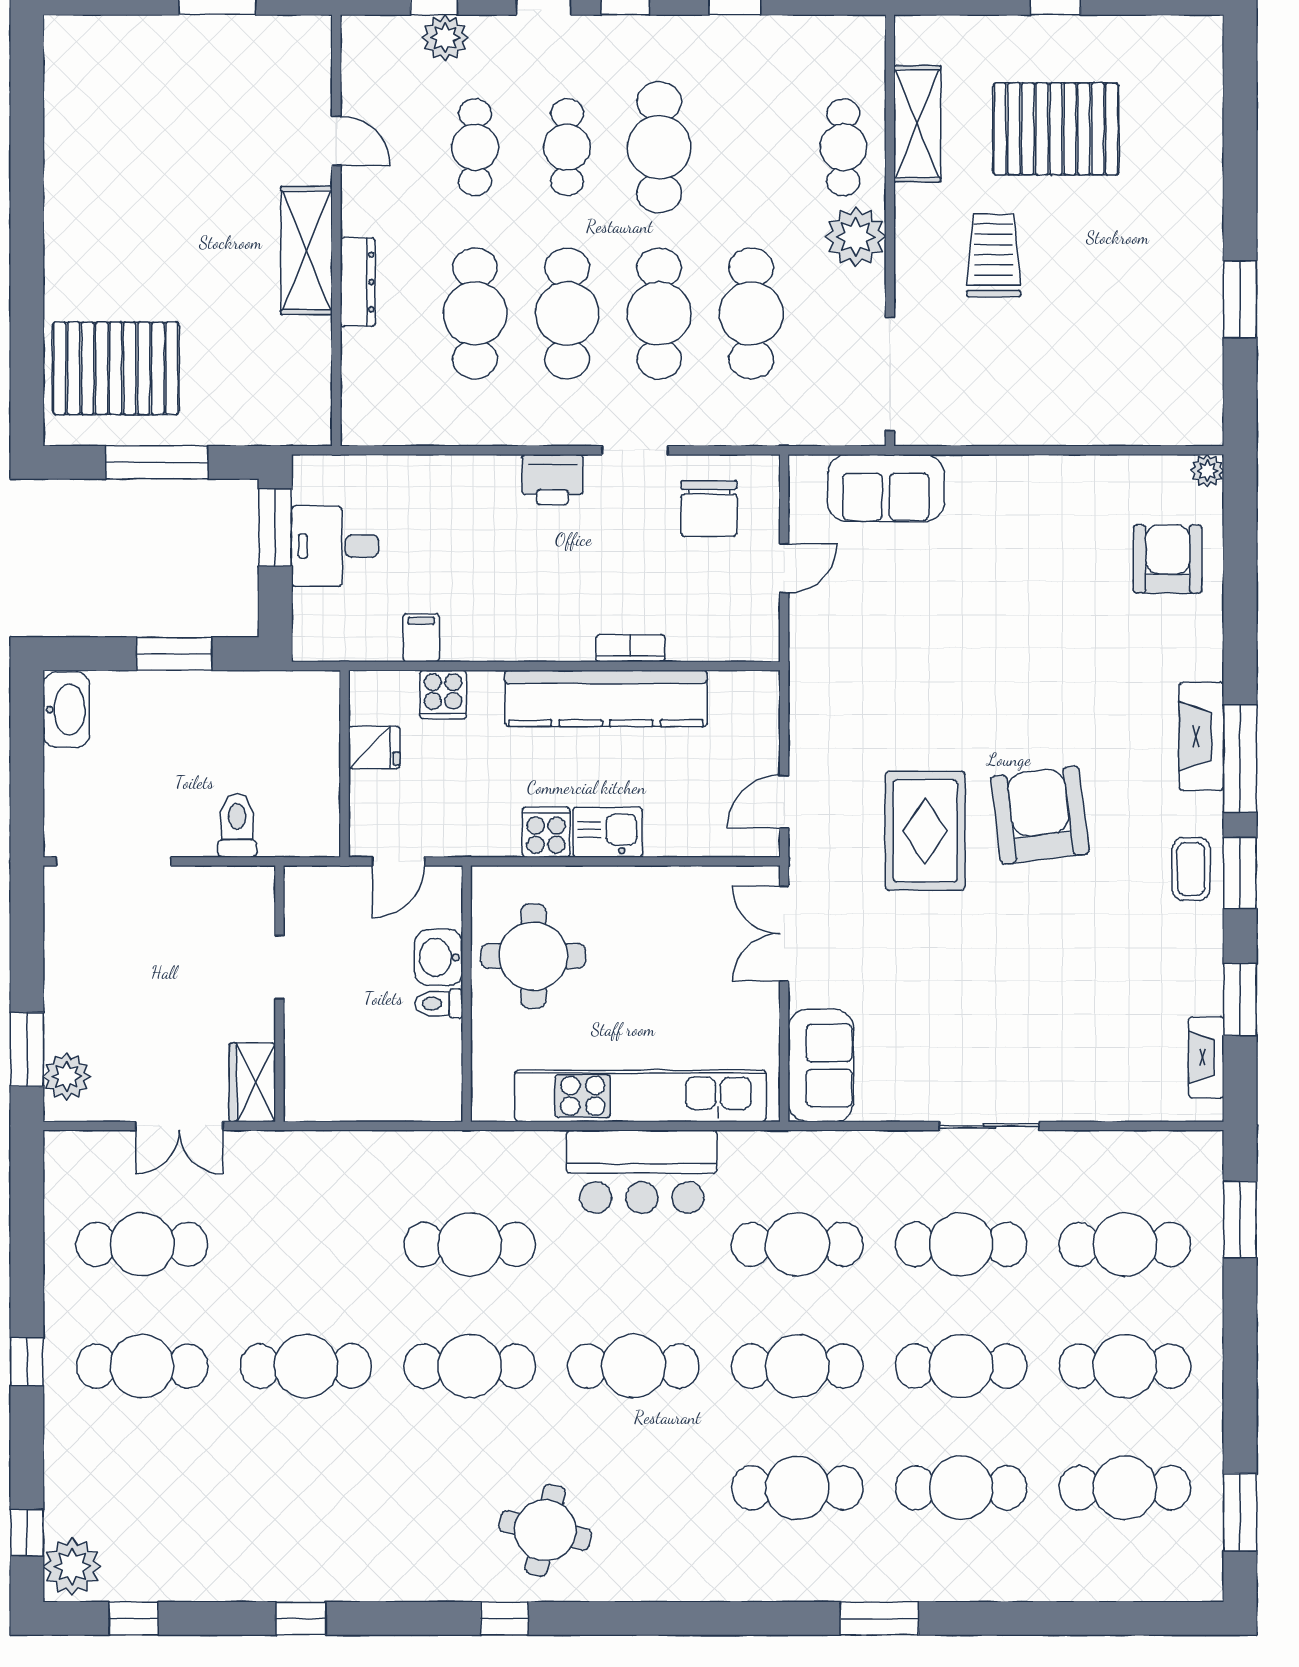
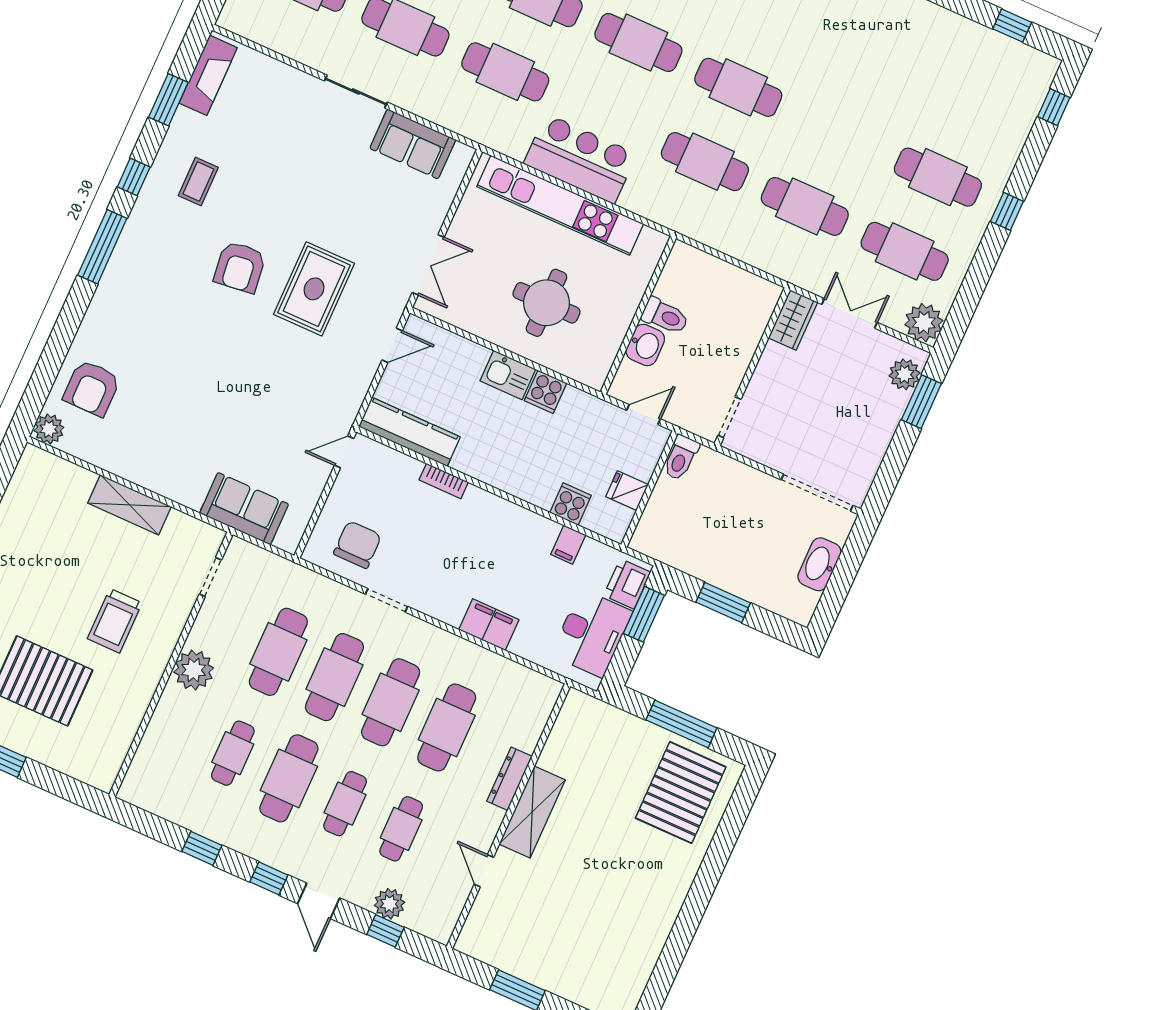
shelving: (917, 124) -> (129, 505), moved, turned 90
cafe table: (843, 147) -> (233, 753), moved
pallet: (116, 368) -> (681, 793), turned 90
doorway: (890, 374) -> (210, 577), width x0.53
plant: (1207, 471) -> (49, 429), width x1.38, depth x1.38
filing cabinet: (481, 480) -> (489, 625), added
printer: (552, 480) -> (627, 584), moved, turned -90
window: (275, 528) -> (644, 614), moved
desk: (335, 546) -> (592, 633), width x1.37
door: (784, 568) -> (344, 452), moved
kitchen counter: (606, 698) -> (409, 432), moved, width x0.72, depth x0.86
washbasin: (66, 710) -> (819, 564), moved
fireplace: (1201, 736) -> (120, 271), removed
armchair: (1040, 815) -> (240, 267), width x0.73, depth x0.73
toilet: (237, 825) -> (681, 458), moved
coffee table: (1191, 869) -> (198, 181), moved
window: (1240, 873) -> (134, 177), width x0.67
round table: (533, 956) -> (546, 303), moved
doorway: (279, 967) -> (729, 417), moved
toilet: (439, 1004) -> (665, 316), width x1.37, depth x1.39
fireplace: (1206, 1057) -> (208, 75), width x1.37, depth x1.32
sofa: (821, 1065) -> (413, 144), moved, turned -90
cafe table: (306, 1366) -> (805, 206), moved
plant: (72, 1567) -> (924, 323), moved

